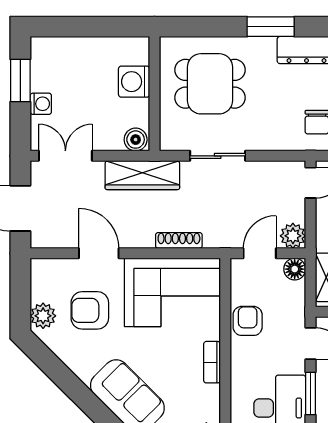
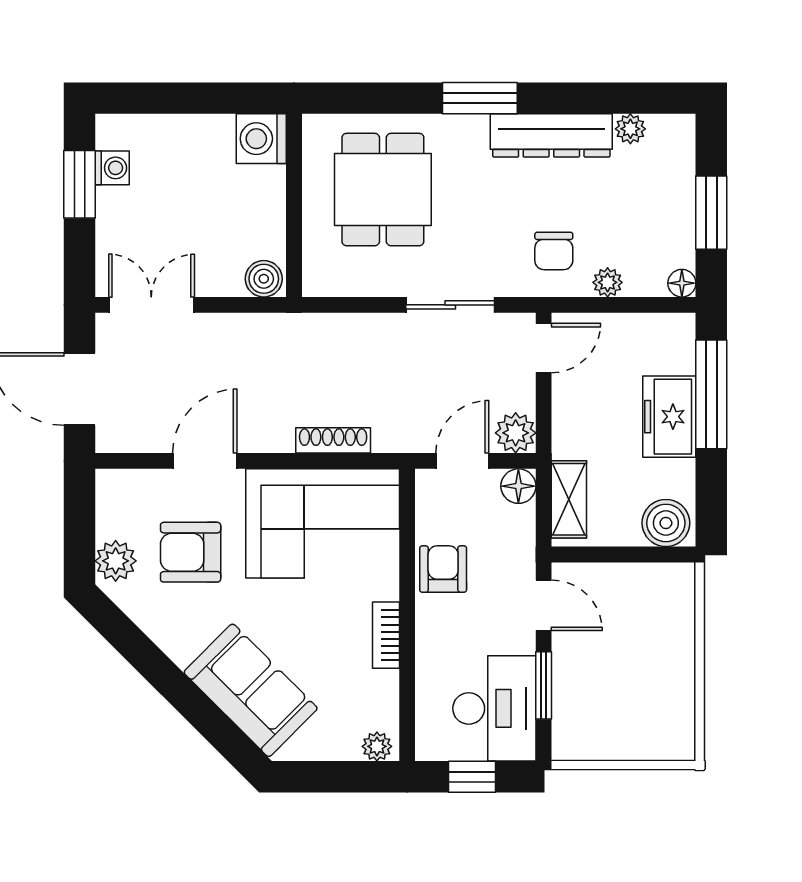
washing machine: (134, 82) -> (261, 139), moved
dining table: (210, 84) -> (383, 190), turned 90
washing machine: (41, 104) -> (112, 168), moved
sliding door: (218, 156) -> (450, 305), moved
wardrobe: (142, 175) -> (275, 336), removed
door: (99, 253) -> (205, 461), hinge flipped

